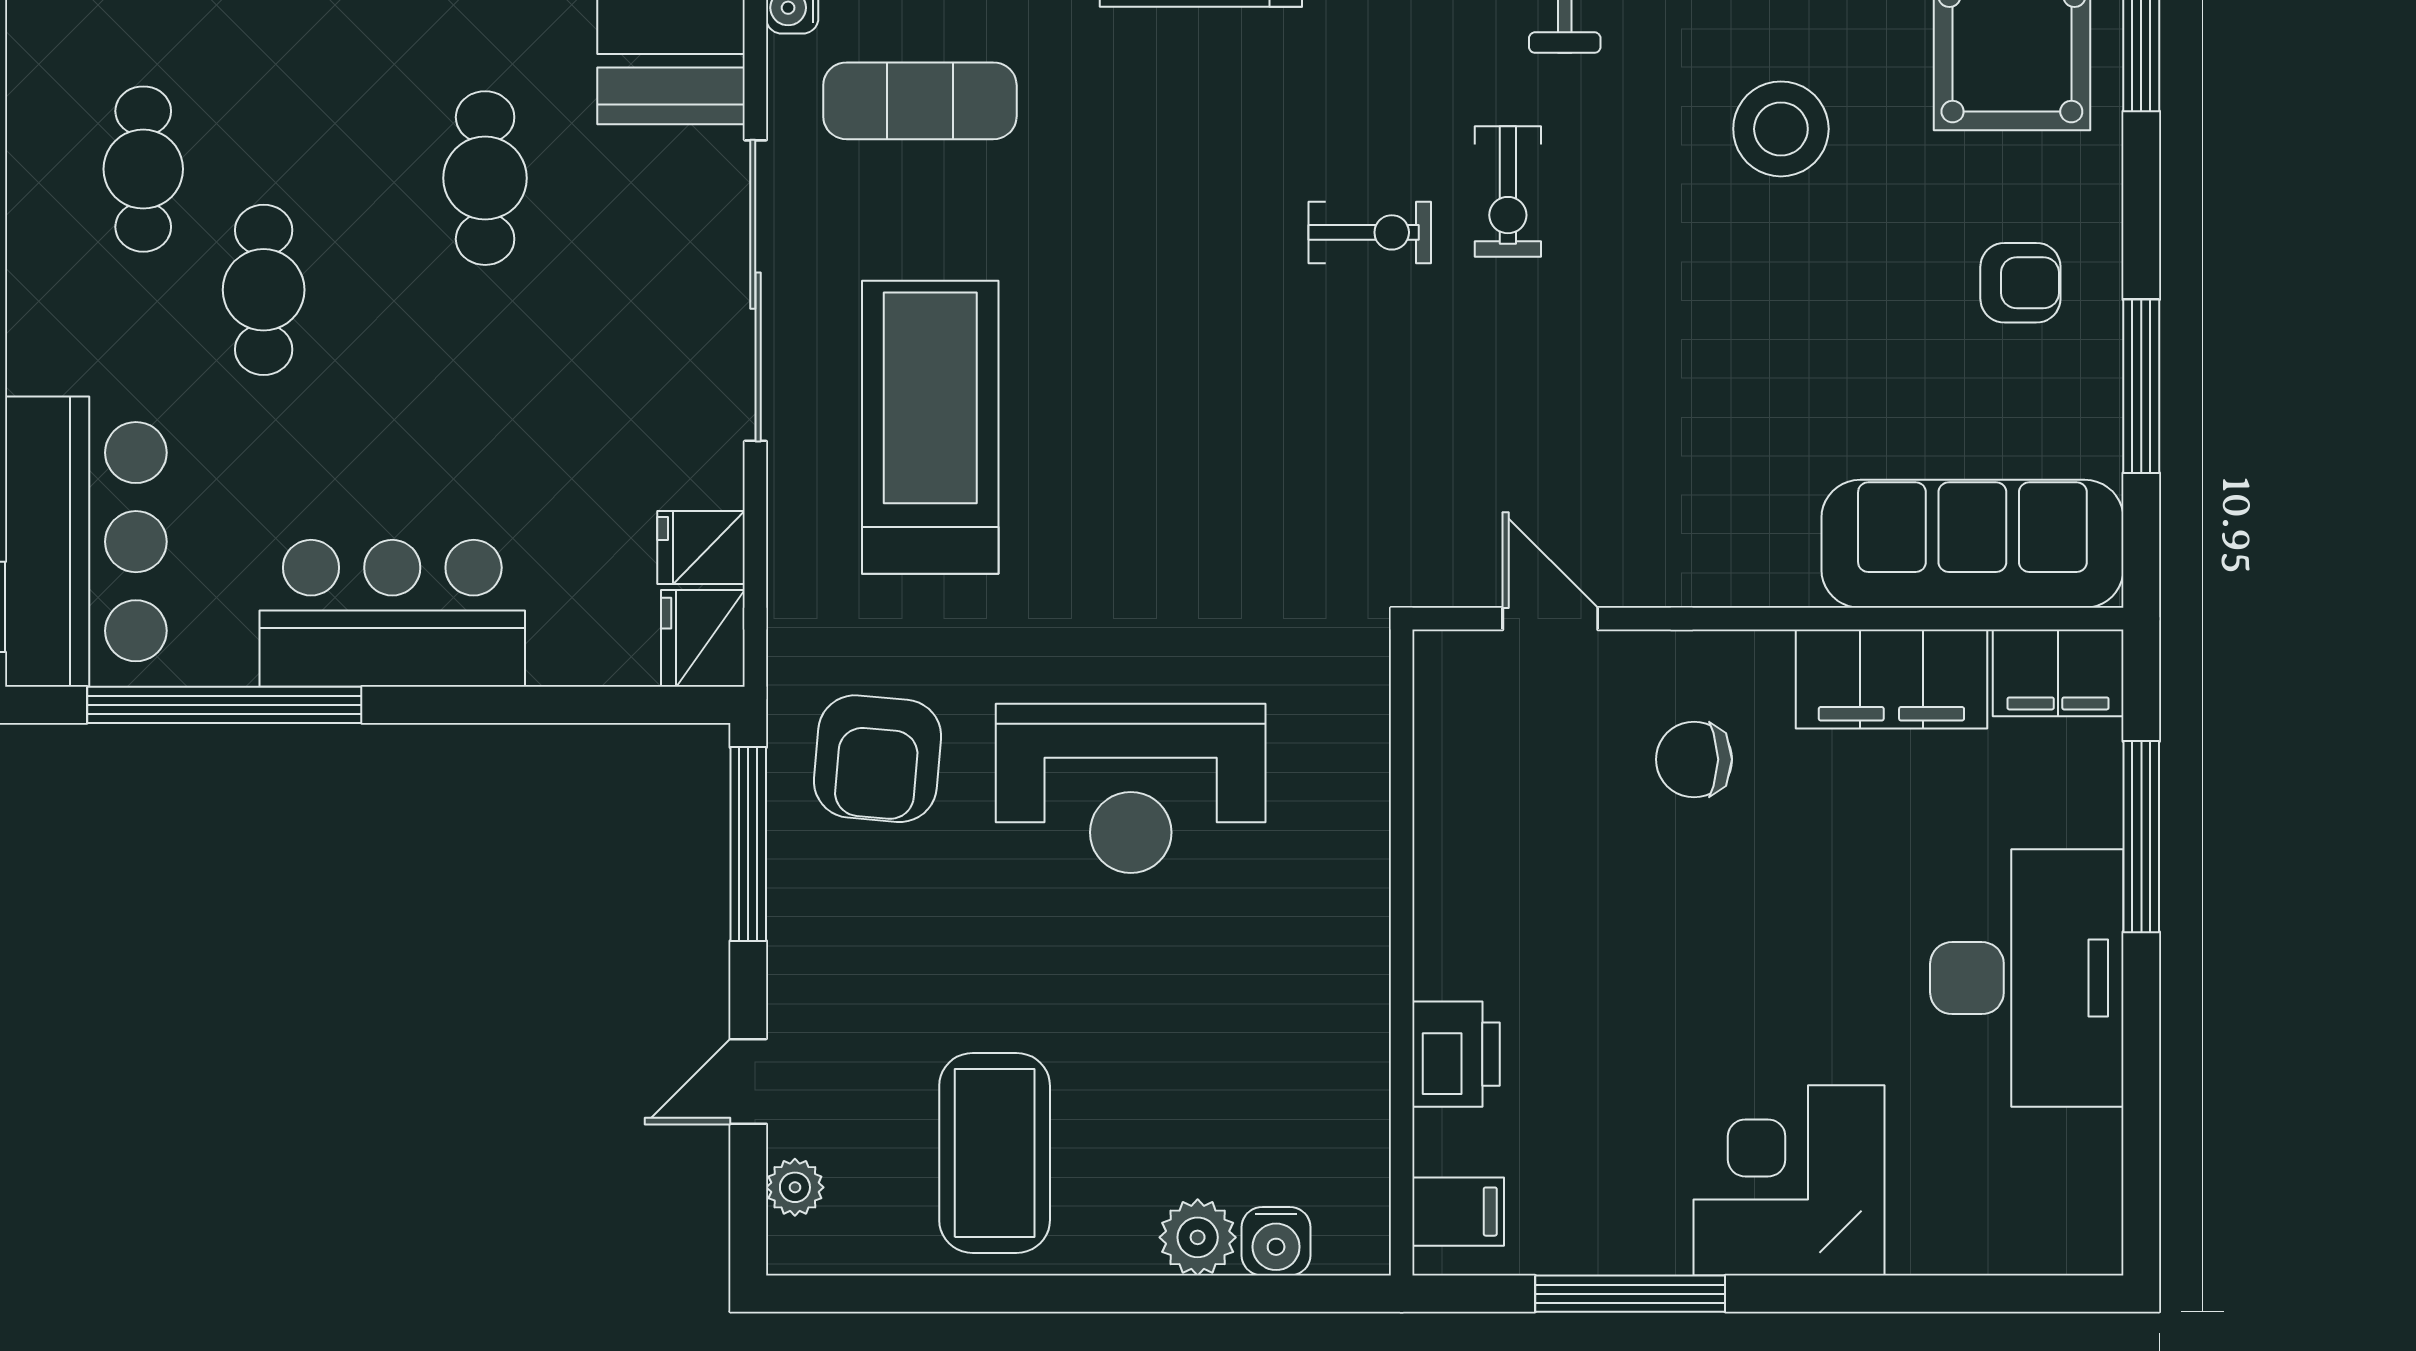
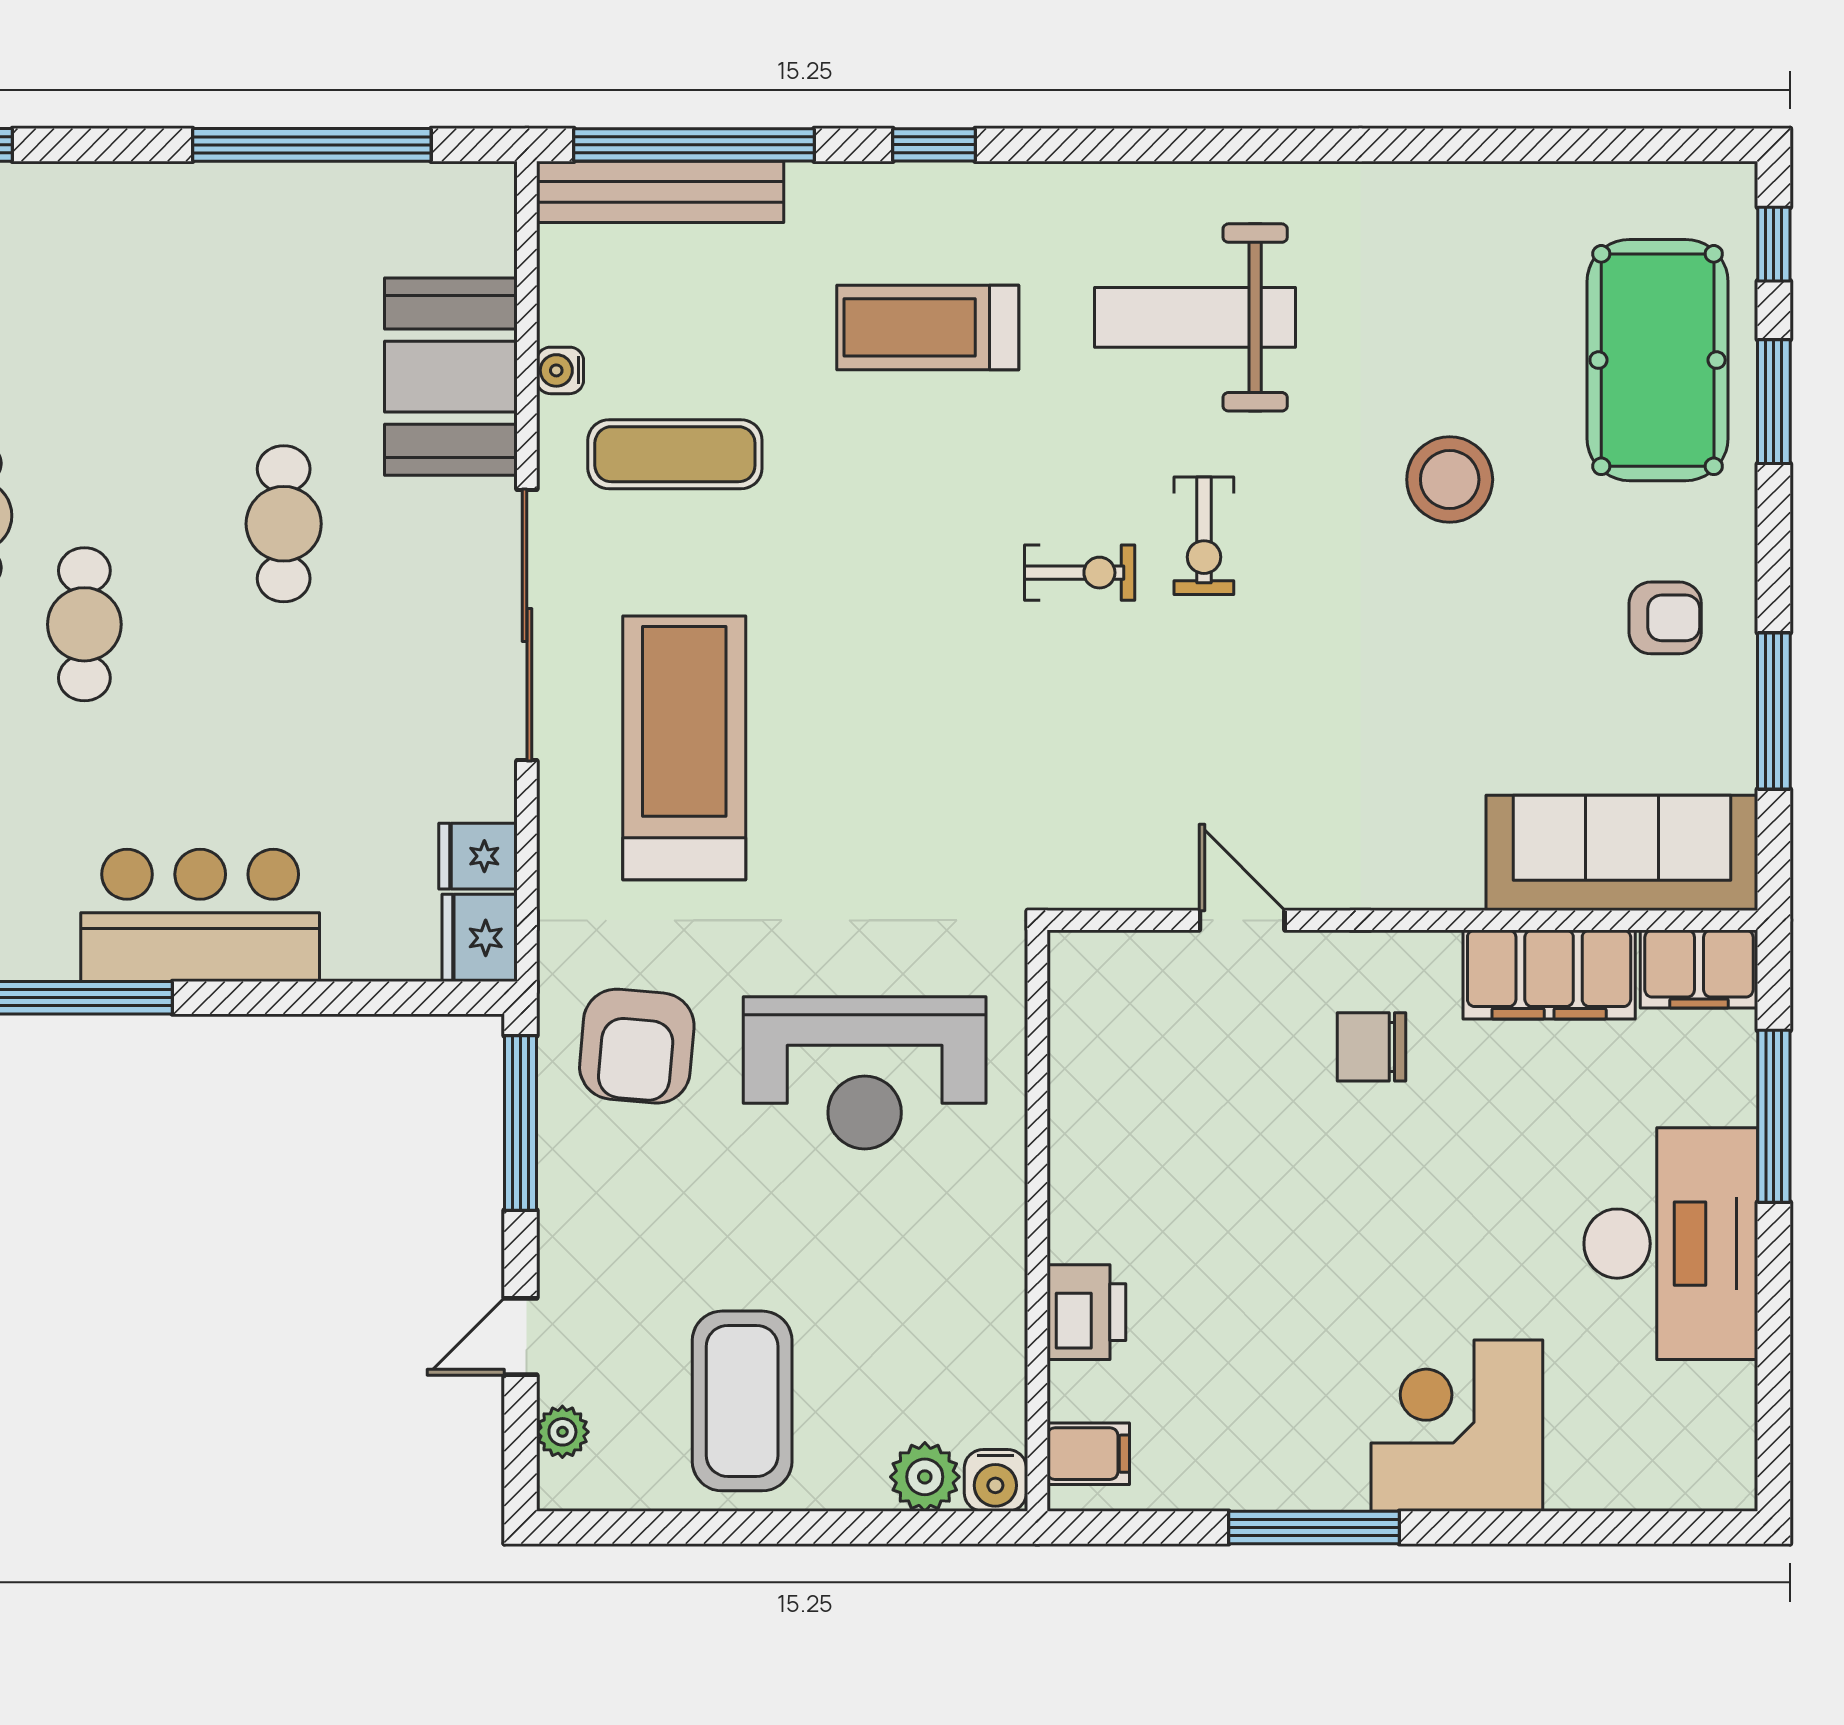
wall: (1402, 953) -> (1037, 1221), moved
printer: (1456, 1054) -> (1086, 1312), moved
filing cabinet: (1458, 1212) -> (1088, 1454), moved

